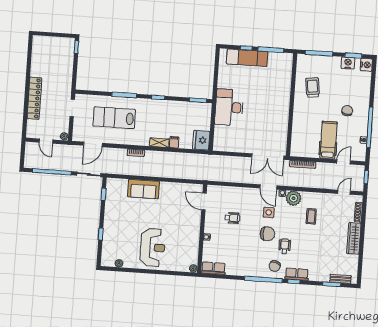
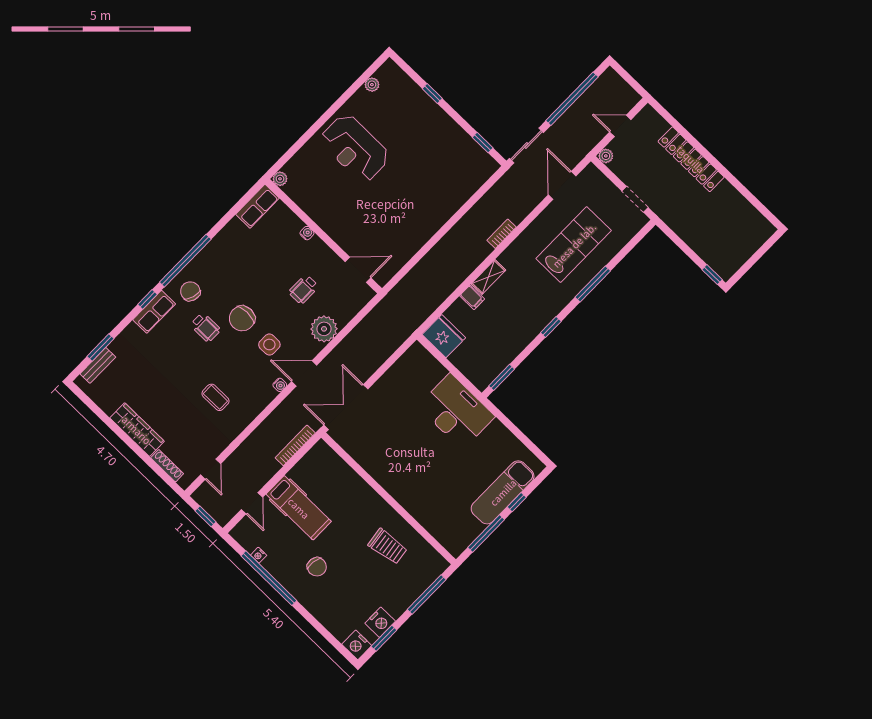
sofa: (143, 189) -> (444, 202), removed
plant: (294, 198) -> (324, 329), moved

